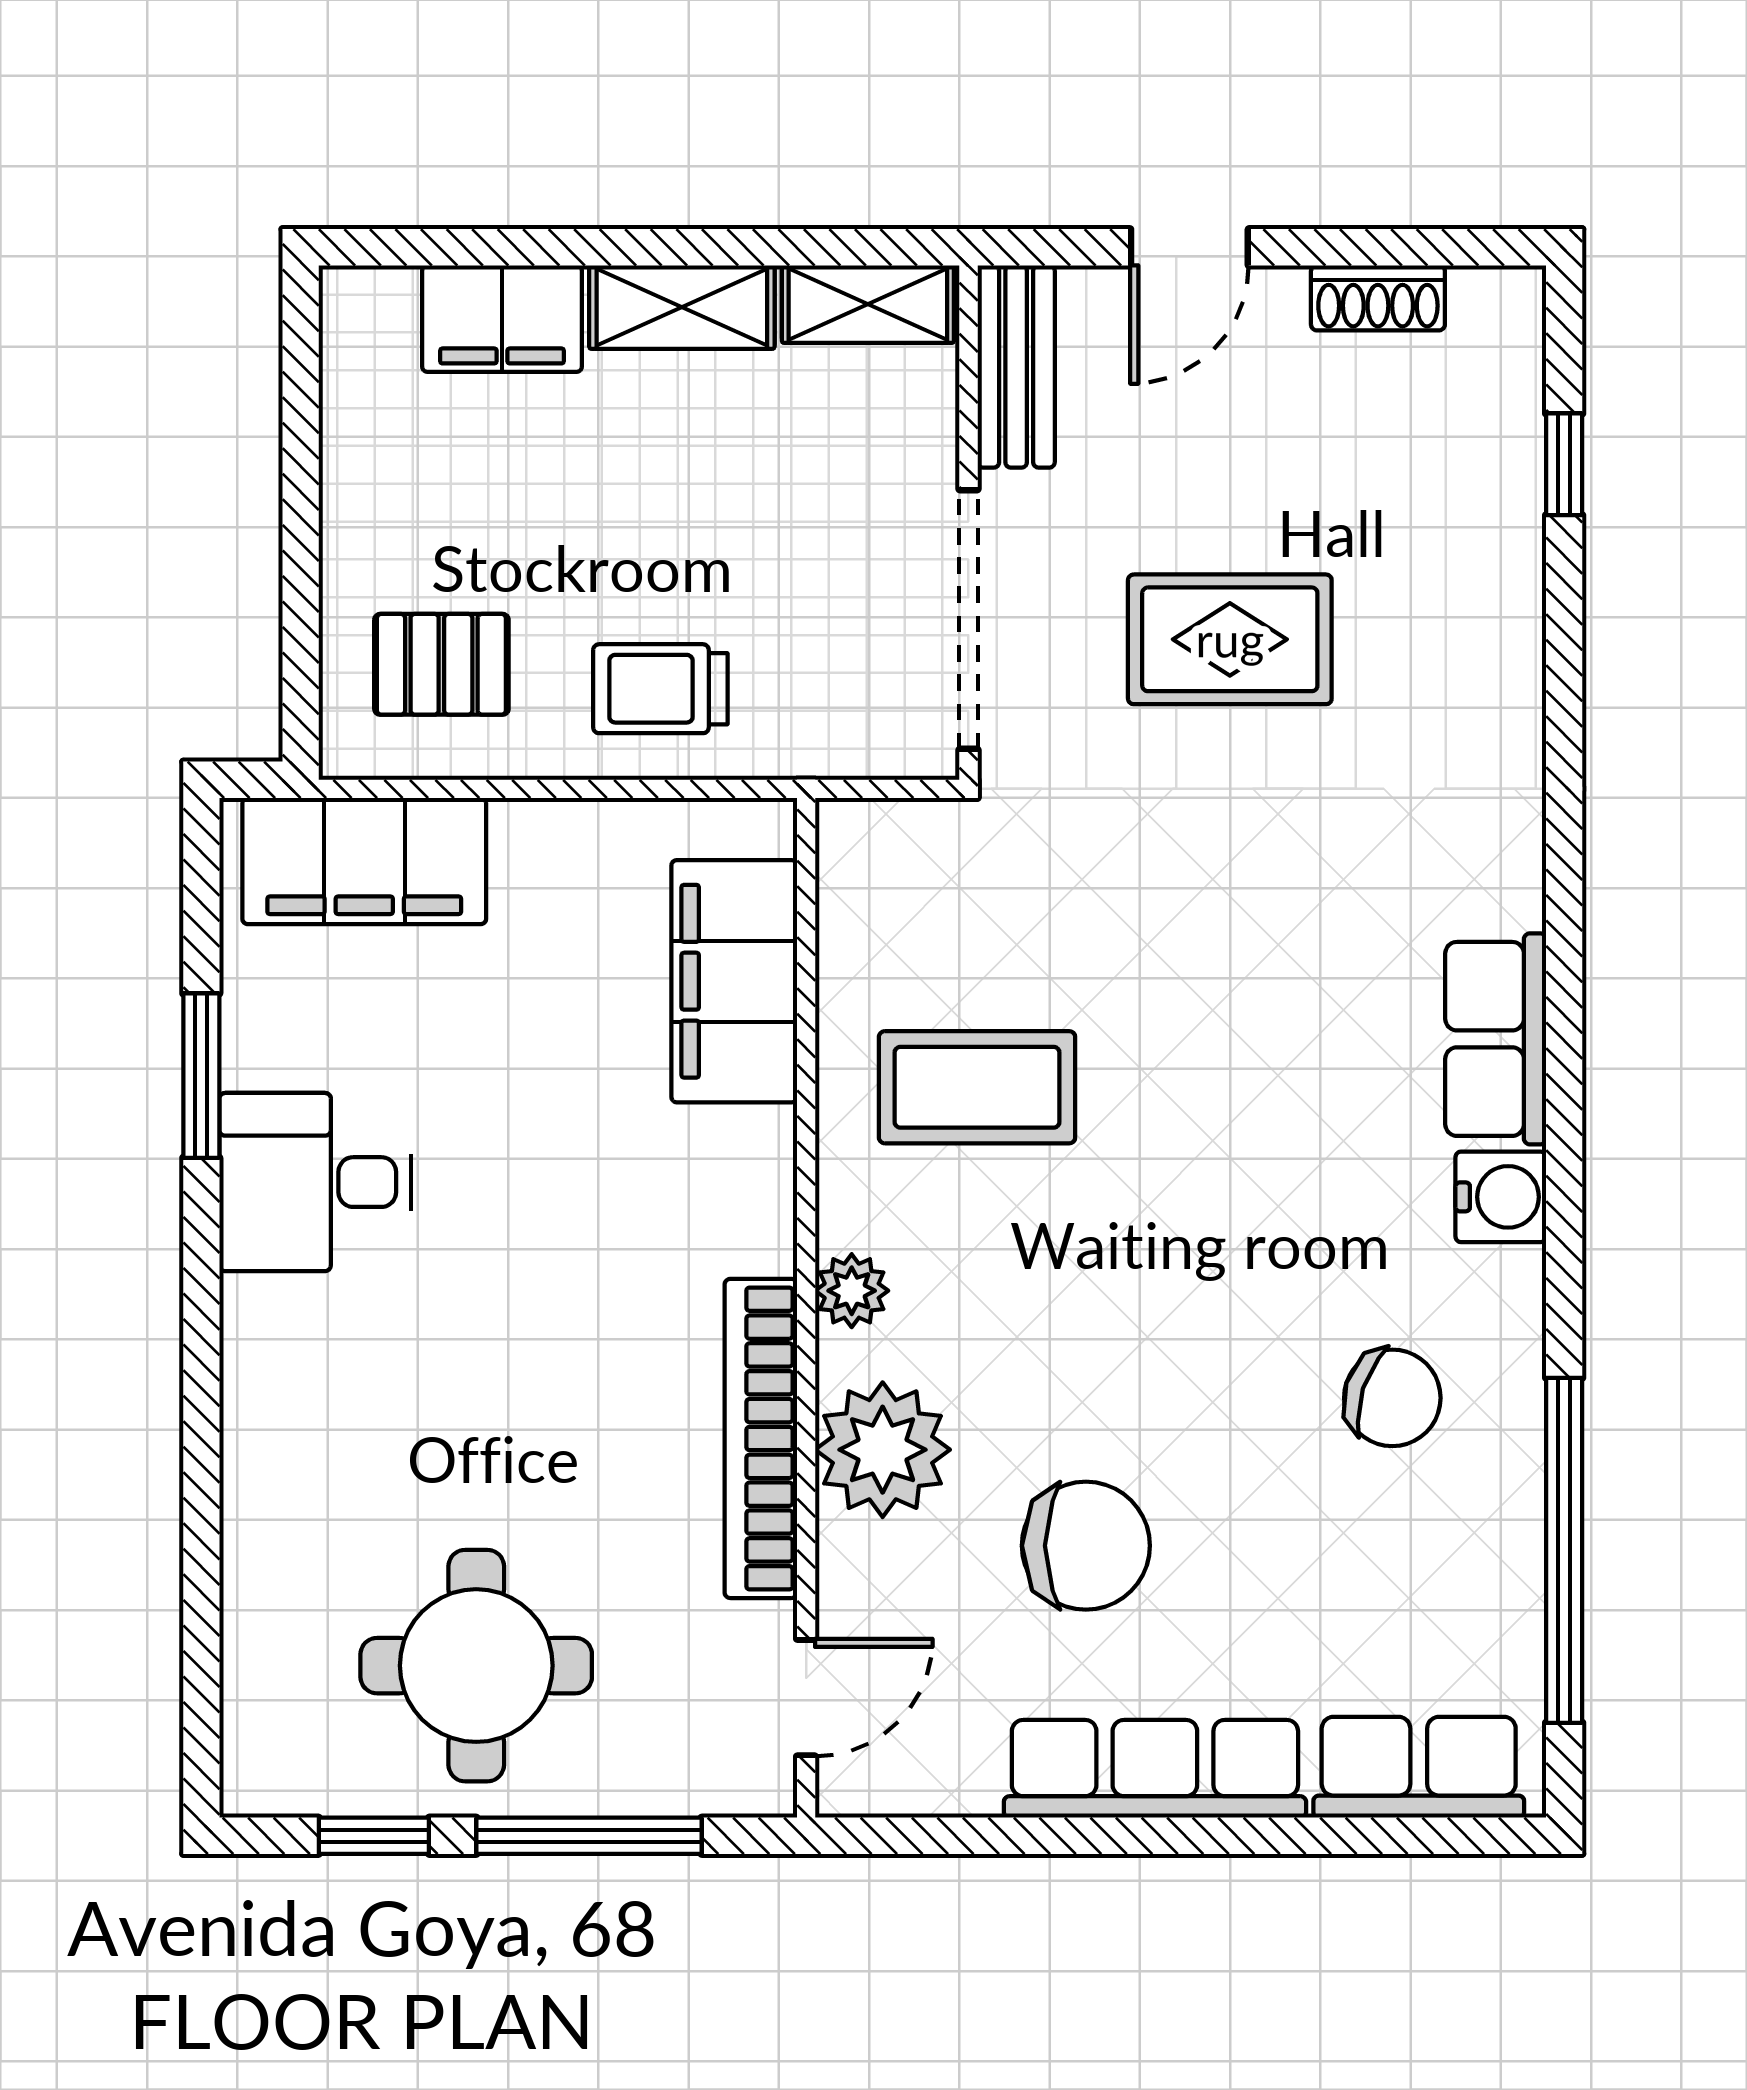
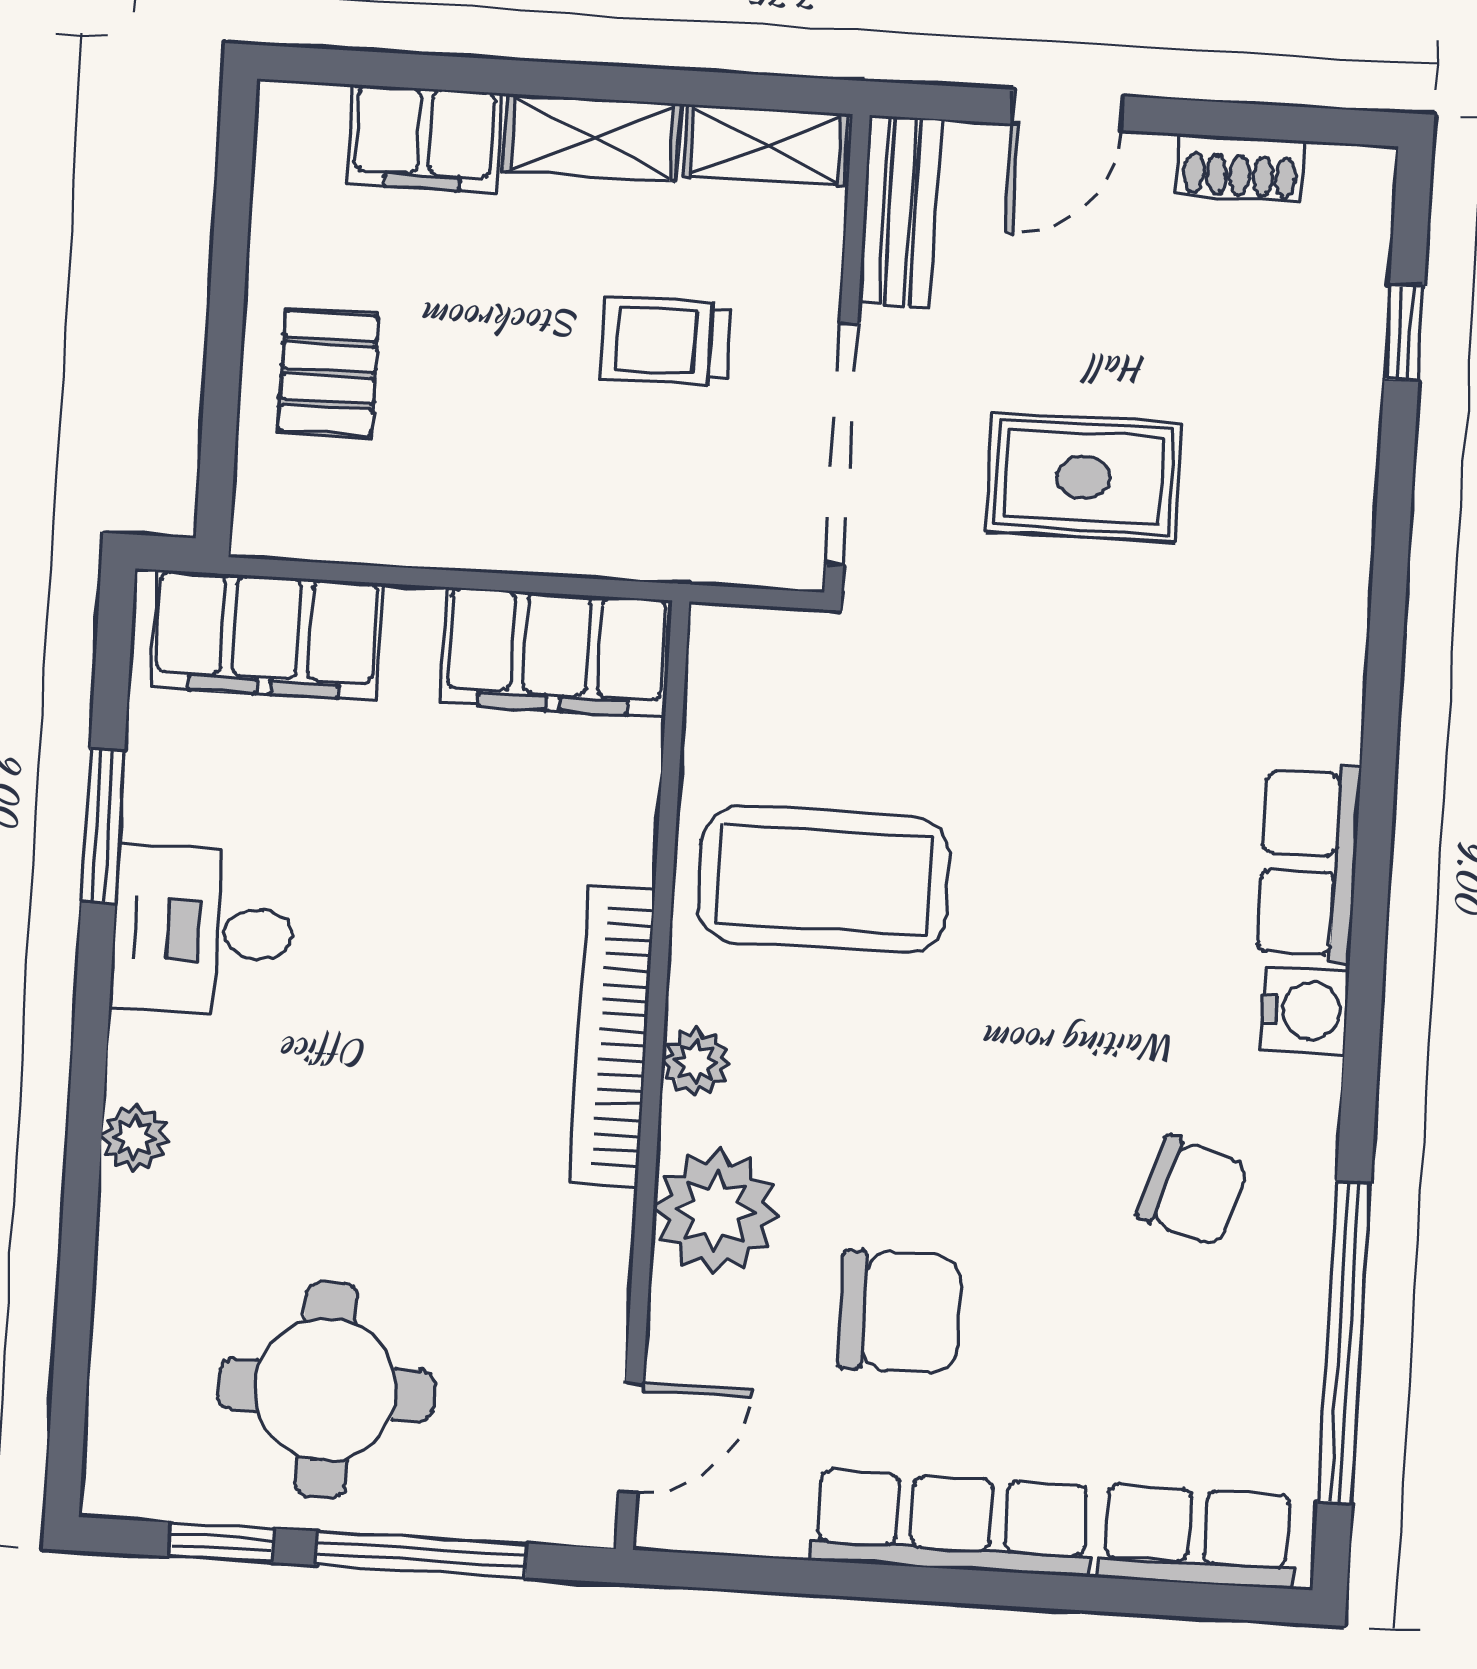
pallet: (441, 664) -> (328, 373), moved, turned 90
trolley: (660, 689) -> (665, 341), moved
filing cabinet: (734, 981) -> (556, 652), moved, turned -90
coffee table: (977, 1087) -> (824, 880), width x1.36, depth x1.32
plant: (255, 1408) -> (135, 1138), added
bookcase: (761, 1438) -> (613, 1037), moved

